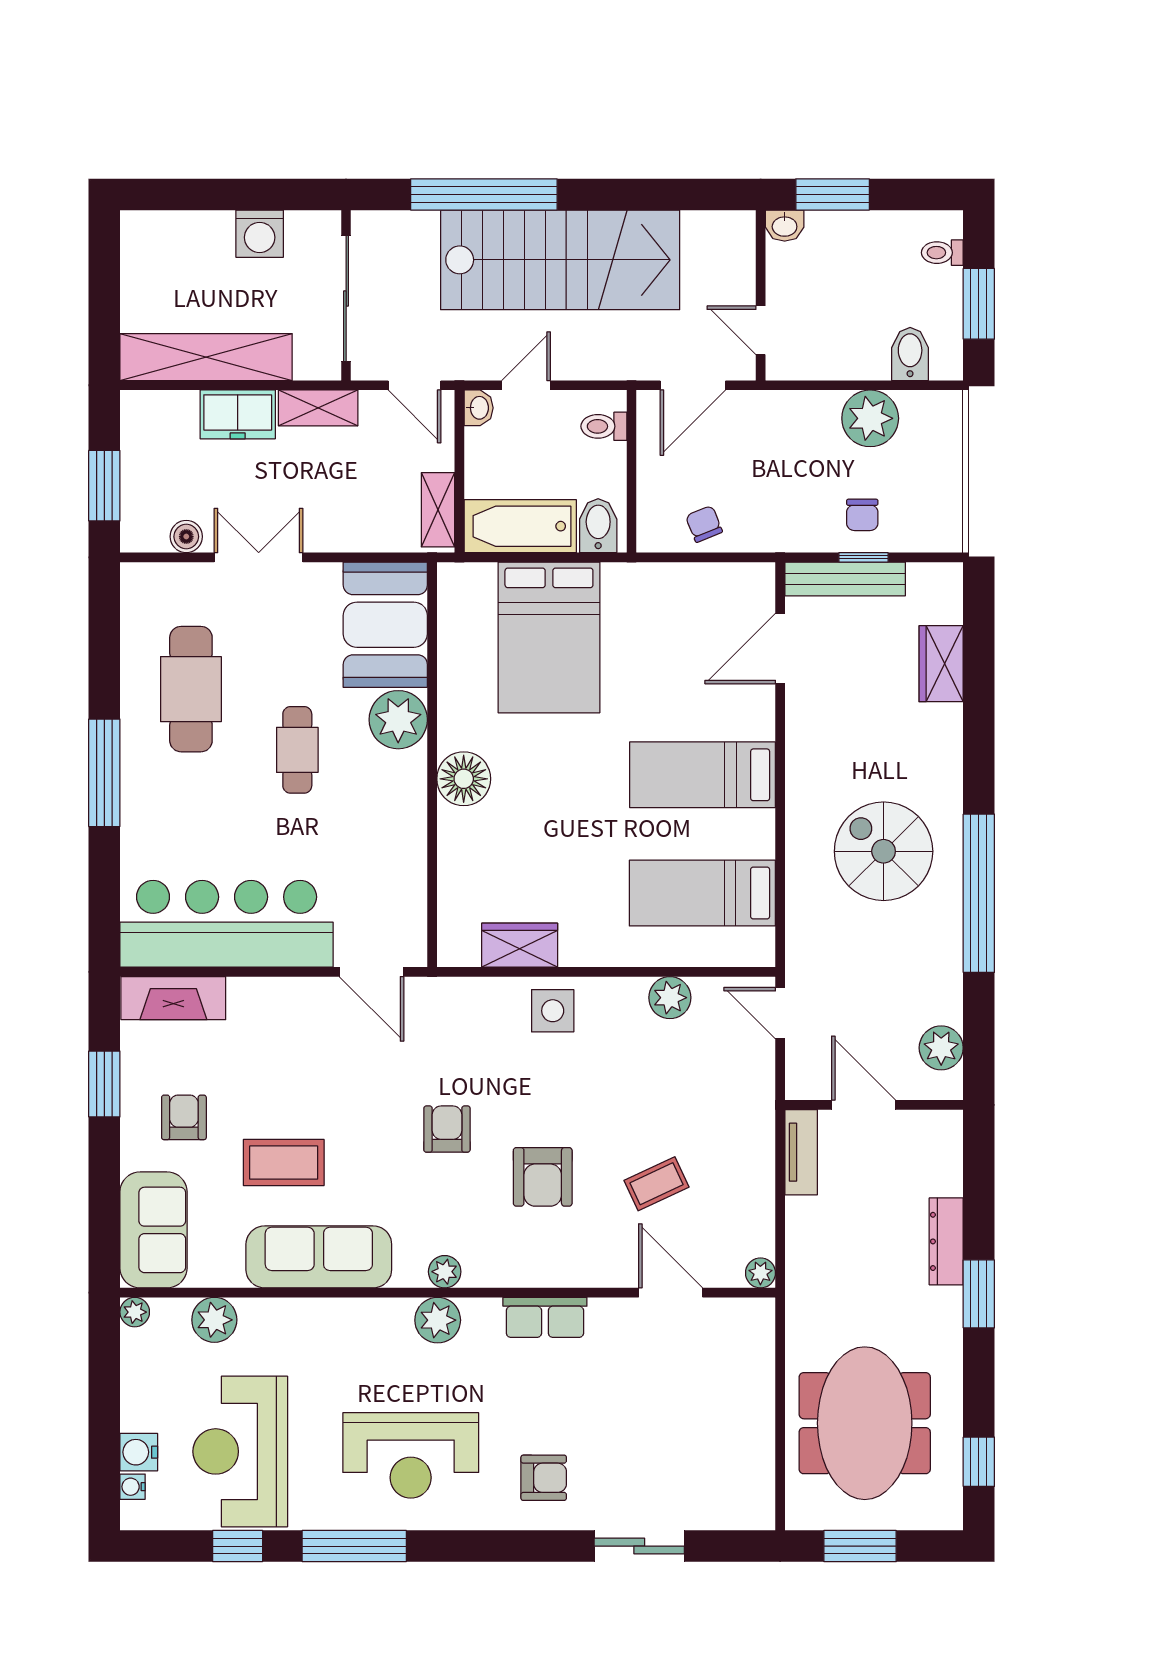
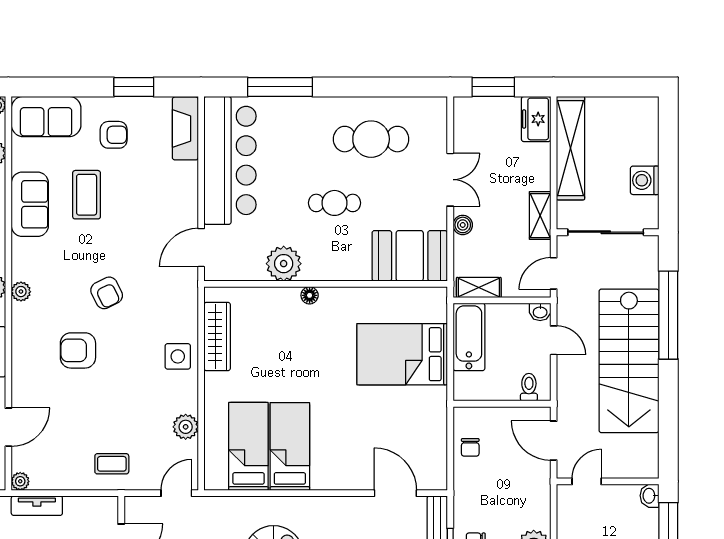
freezer: (238, 414) -> (536, 119), moved
chair: (704, 524) -> (470, 447), turned 112
bidet: (598, 526) -> (469, 384), removed
boiler: (186, 537) -> (463, 225), moved
plant: (398, 720) -> (284, 264), moved
window: (104, 773) -> (280, 87), moved
bed: (702, 775) -> (290, 446), moved
floor lamp: (464, 779) -> (310, 295), width x0.53, depth x0.53
wardrobe: (520, 945) -> (217, 337), width x1.50
armchair: (447, 1129) -> (107, 293), turned 64
tv unit: (801, 1152) -> (37, 506), moved
coffee table: (657, 1184) -> (112, 464), moved, turned -65
sofa: (319, 1257) -> (30, 204), width x0.73

